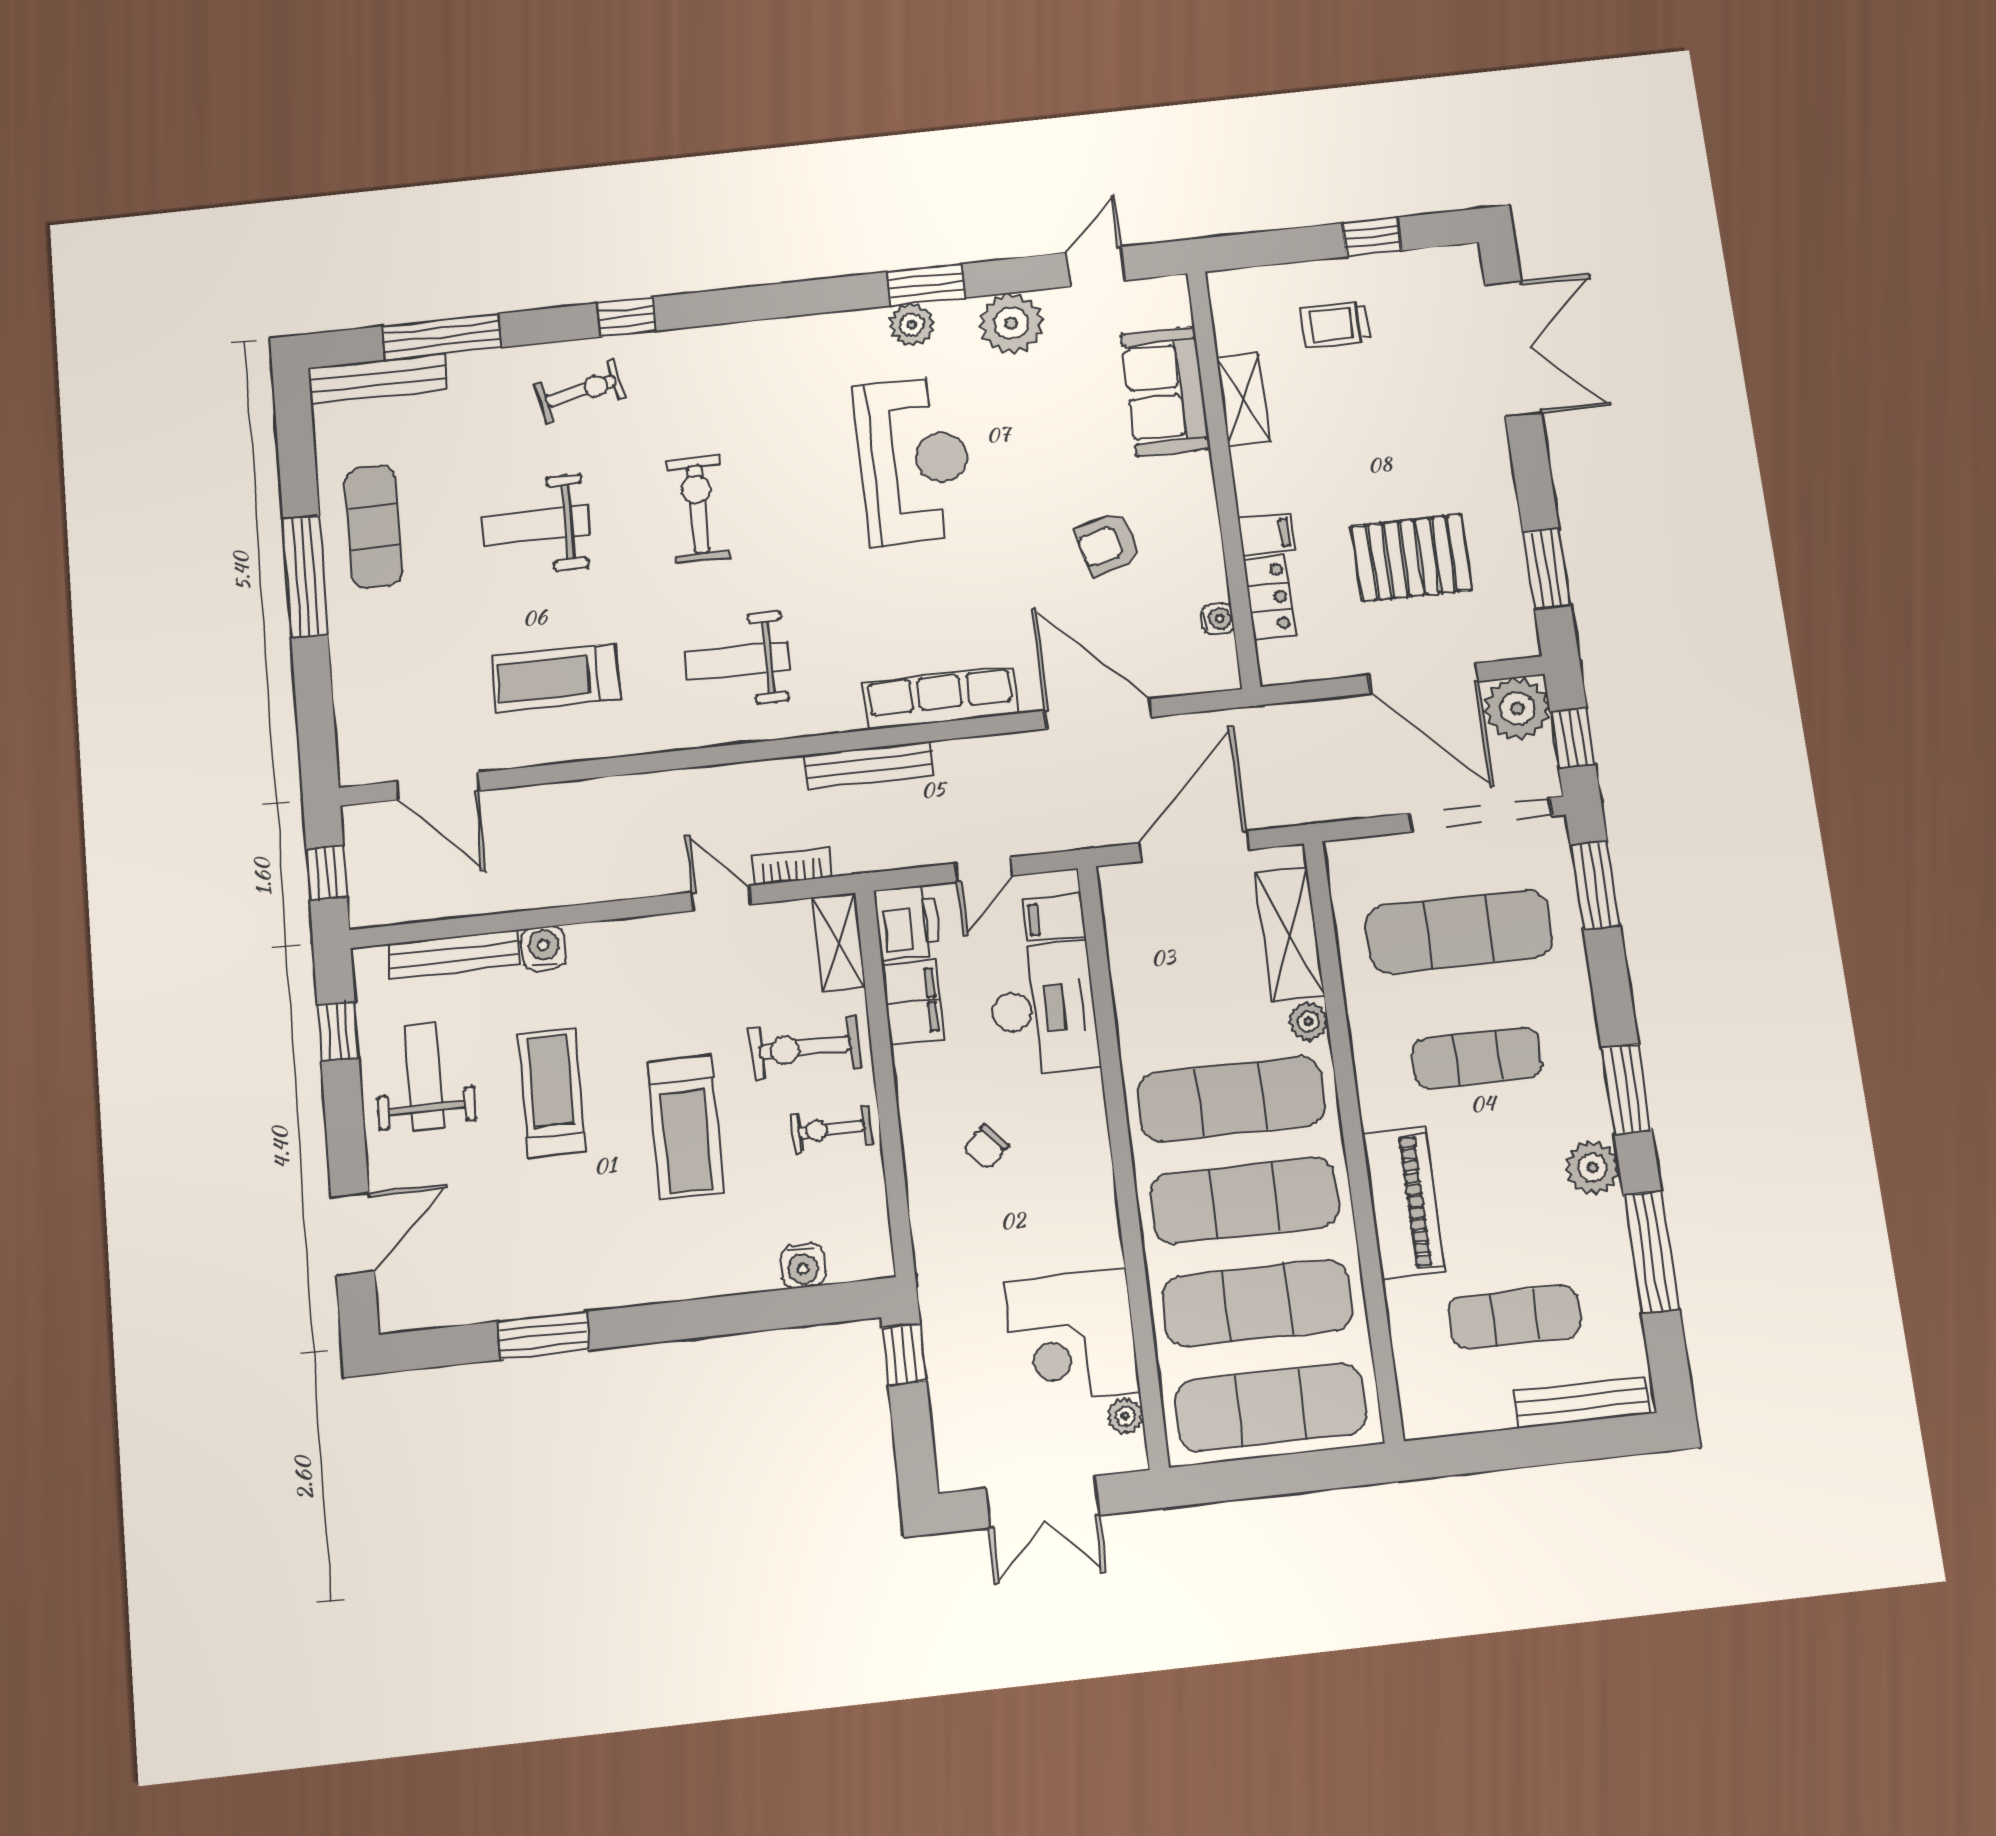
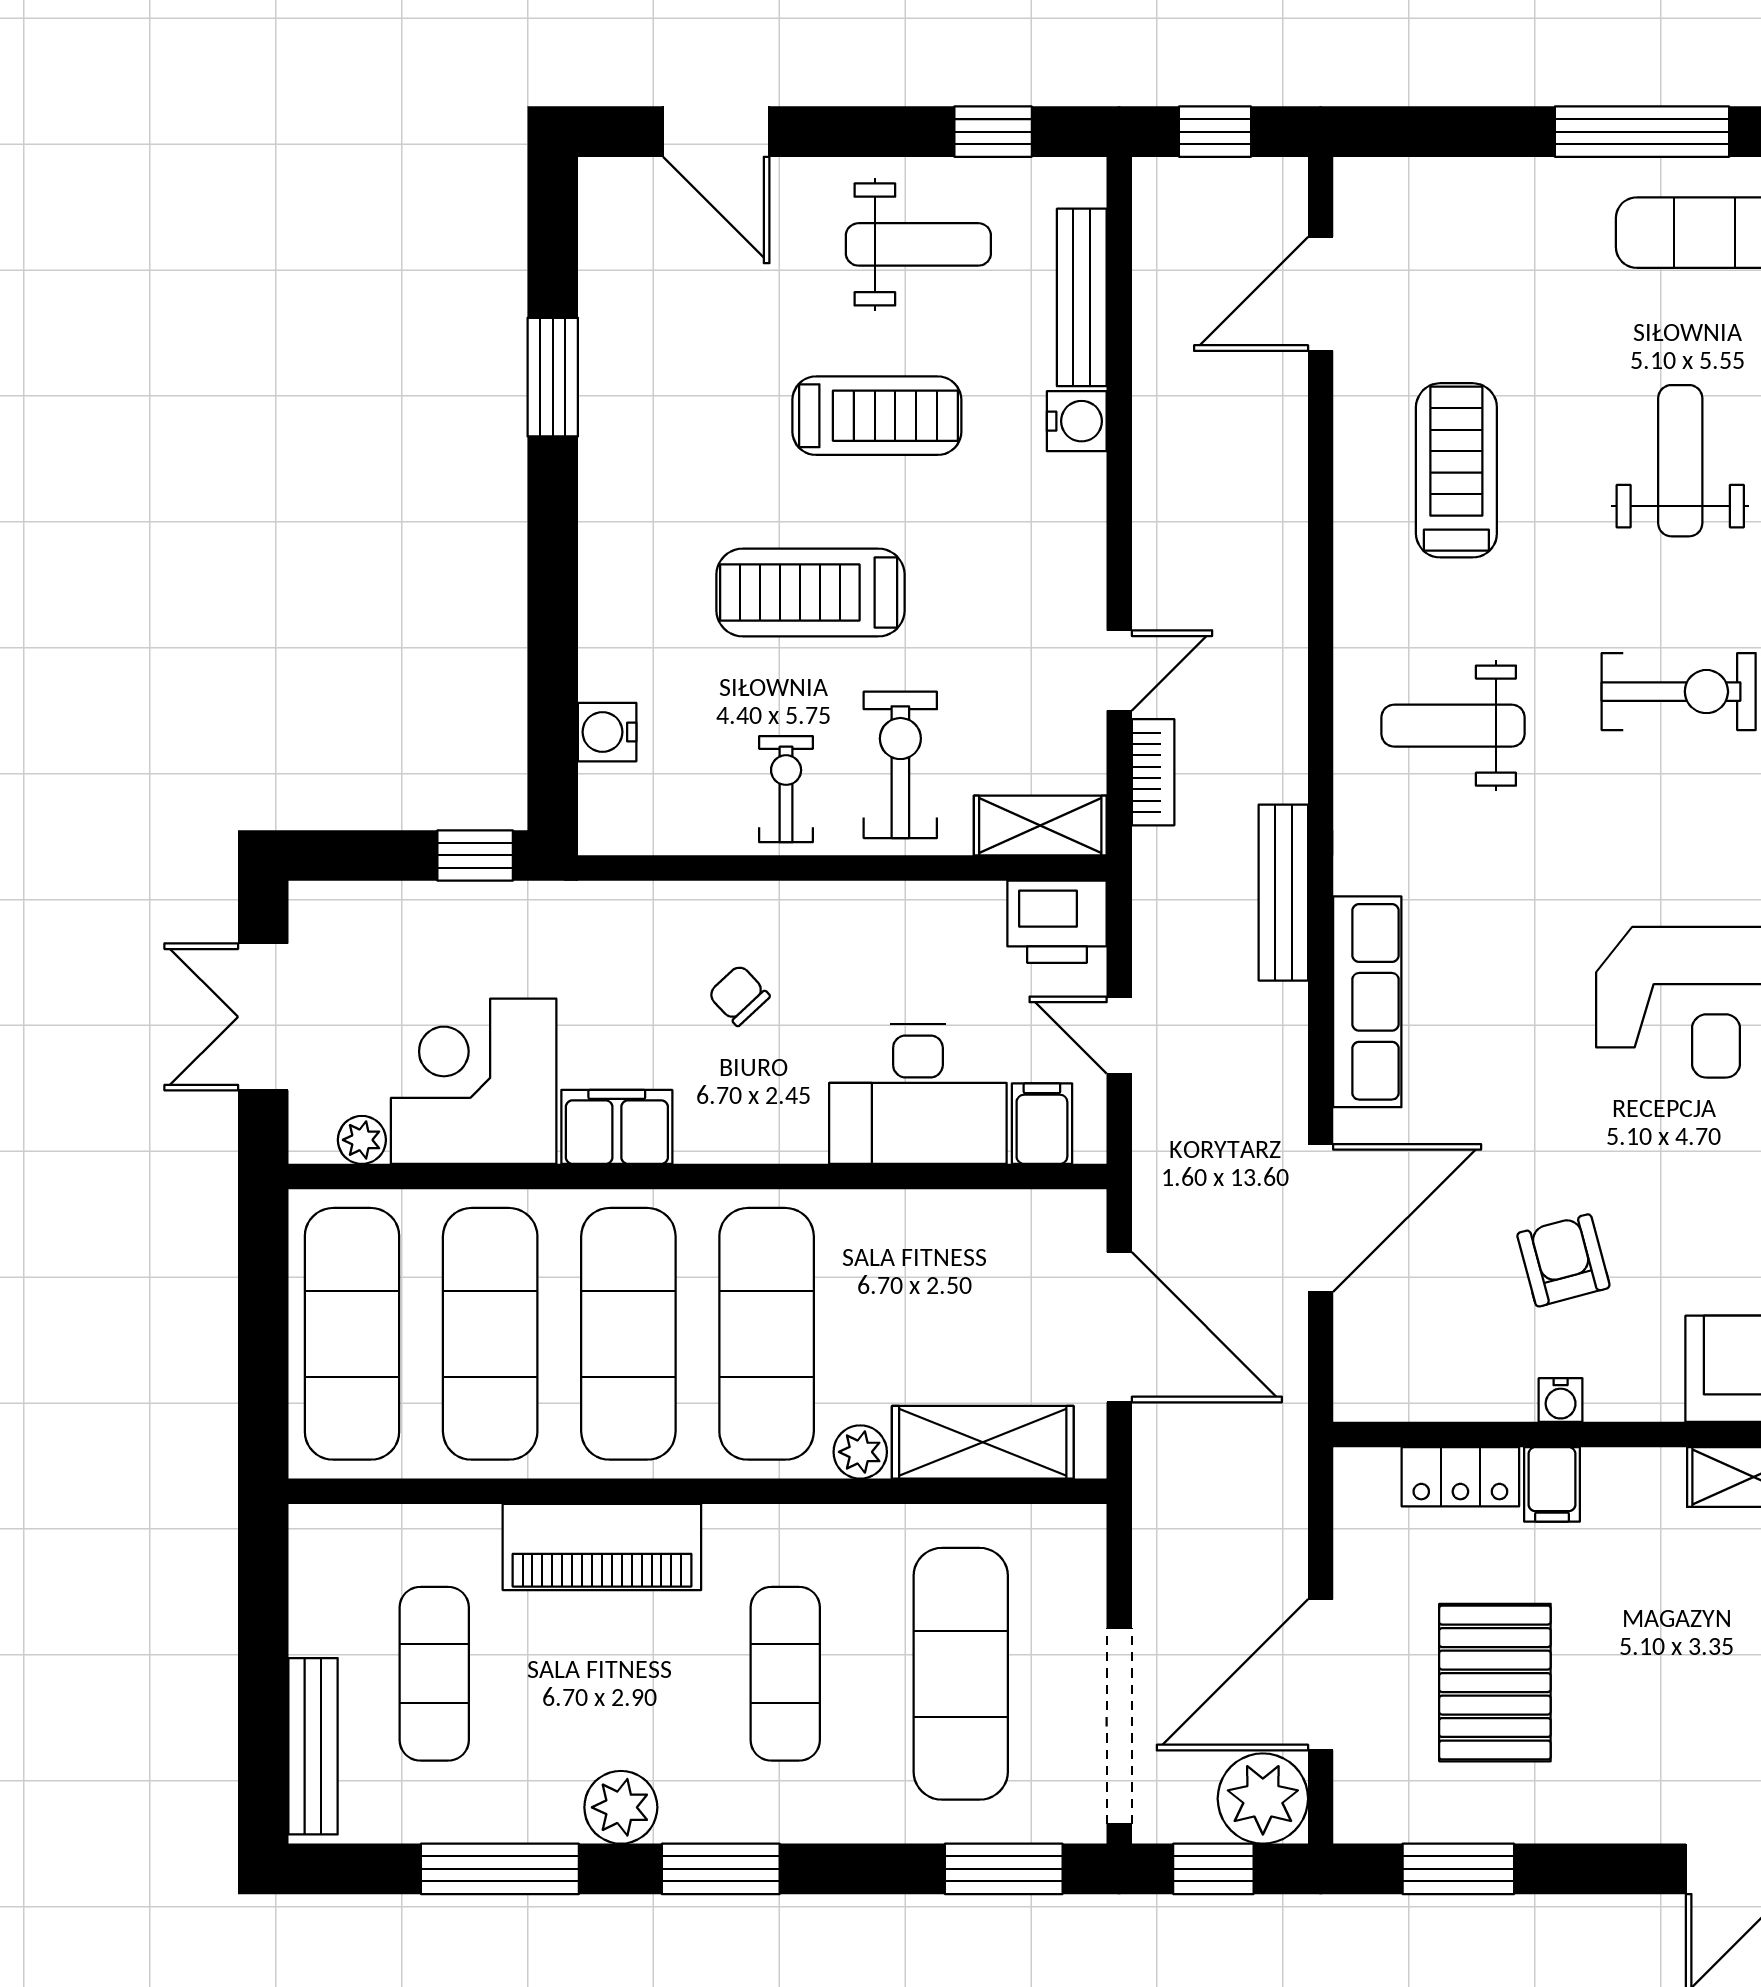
water cooler: (1217, 619) -> (1561, 1400), moved
weight bench: (738, 660) -> (1453, 726), turned -90
filing cabinet: (913, 1002) -> (617, 1127), moved, turned 180

